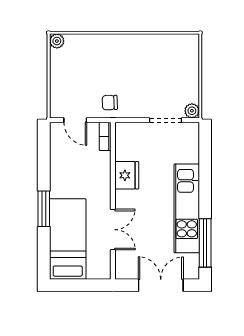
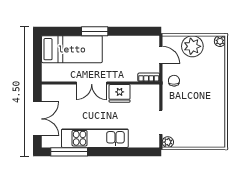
plant: (64, 78) -> (192, 46), added
door: (75, 120) -> (161, 55), swing flipped
double door: (113, 230) -> (92, 83), moved

